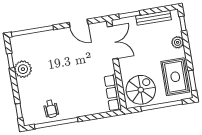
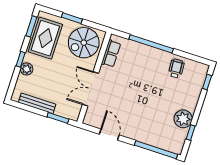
window: (183, 24) -> (21, 59), moved
double door: (113, 43) -> (91, 89), moved
row of seats: (113, 93) -> (111, 54), width x0.68
window: (162, 105) -> (72, 18), width x0.47
window: (56, 123) -> (151, 44), moved

